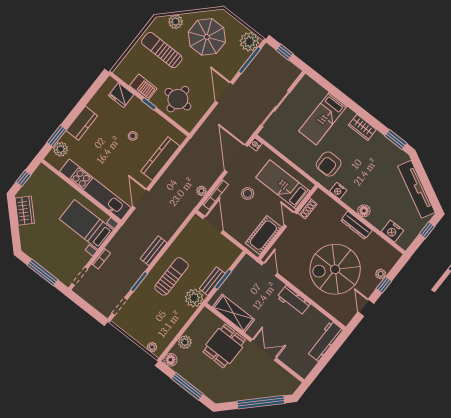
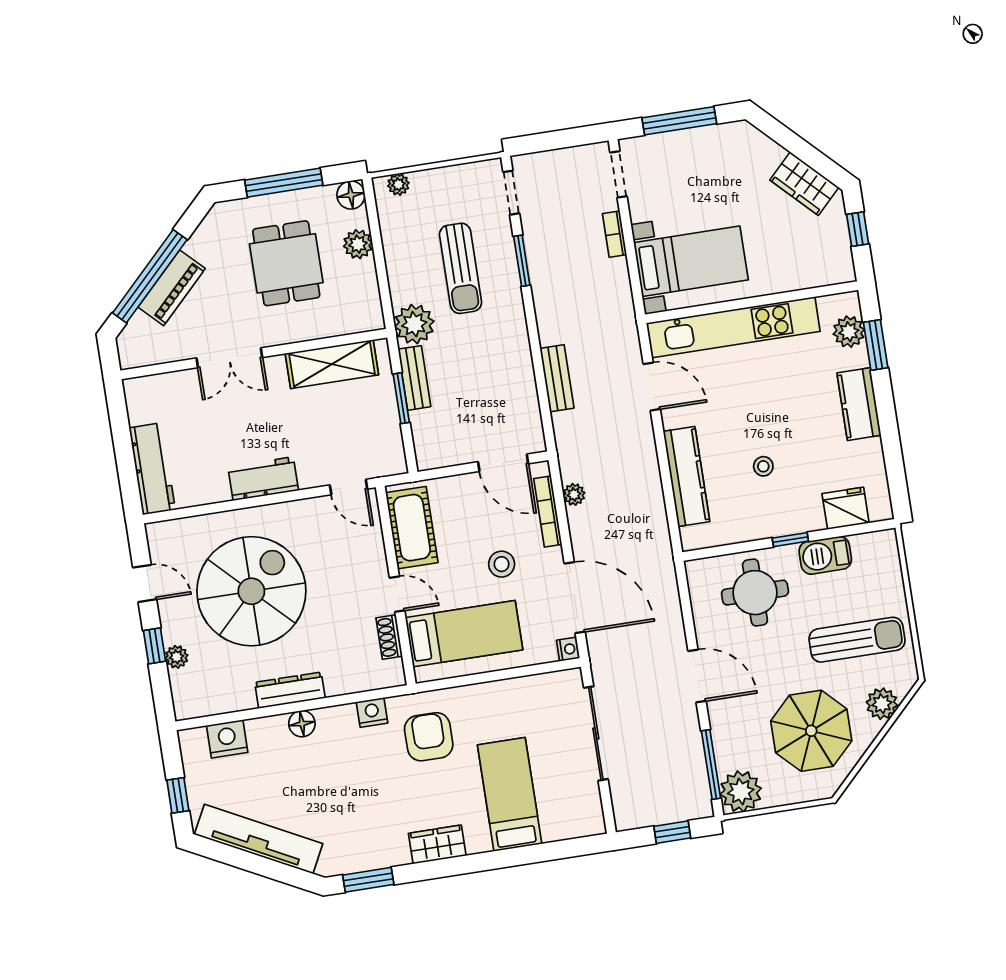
bench: (154, 251) -> (557, 378), moved
sun lounger: (172, 276) -> (461, 268), moved
dining table: (224, 346) -> (286, 263), moved
piano: (258, 391) -> (172, 288), added

